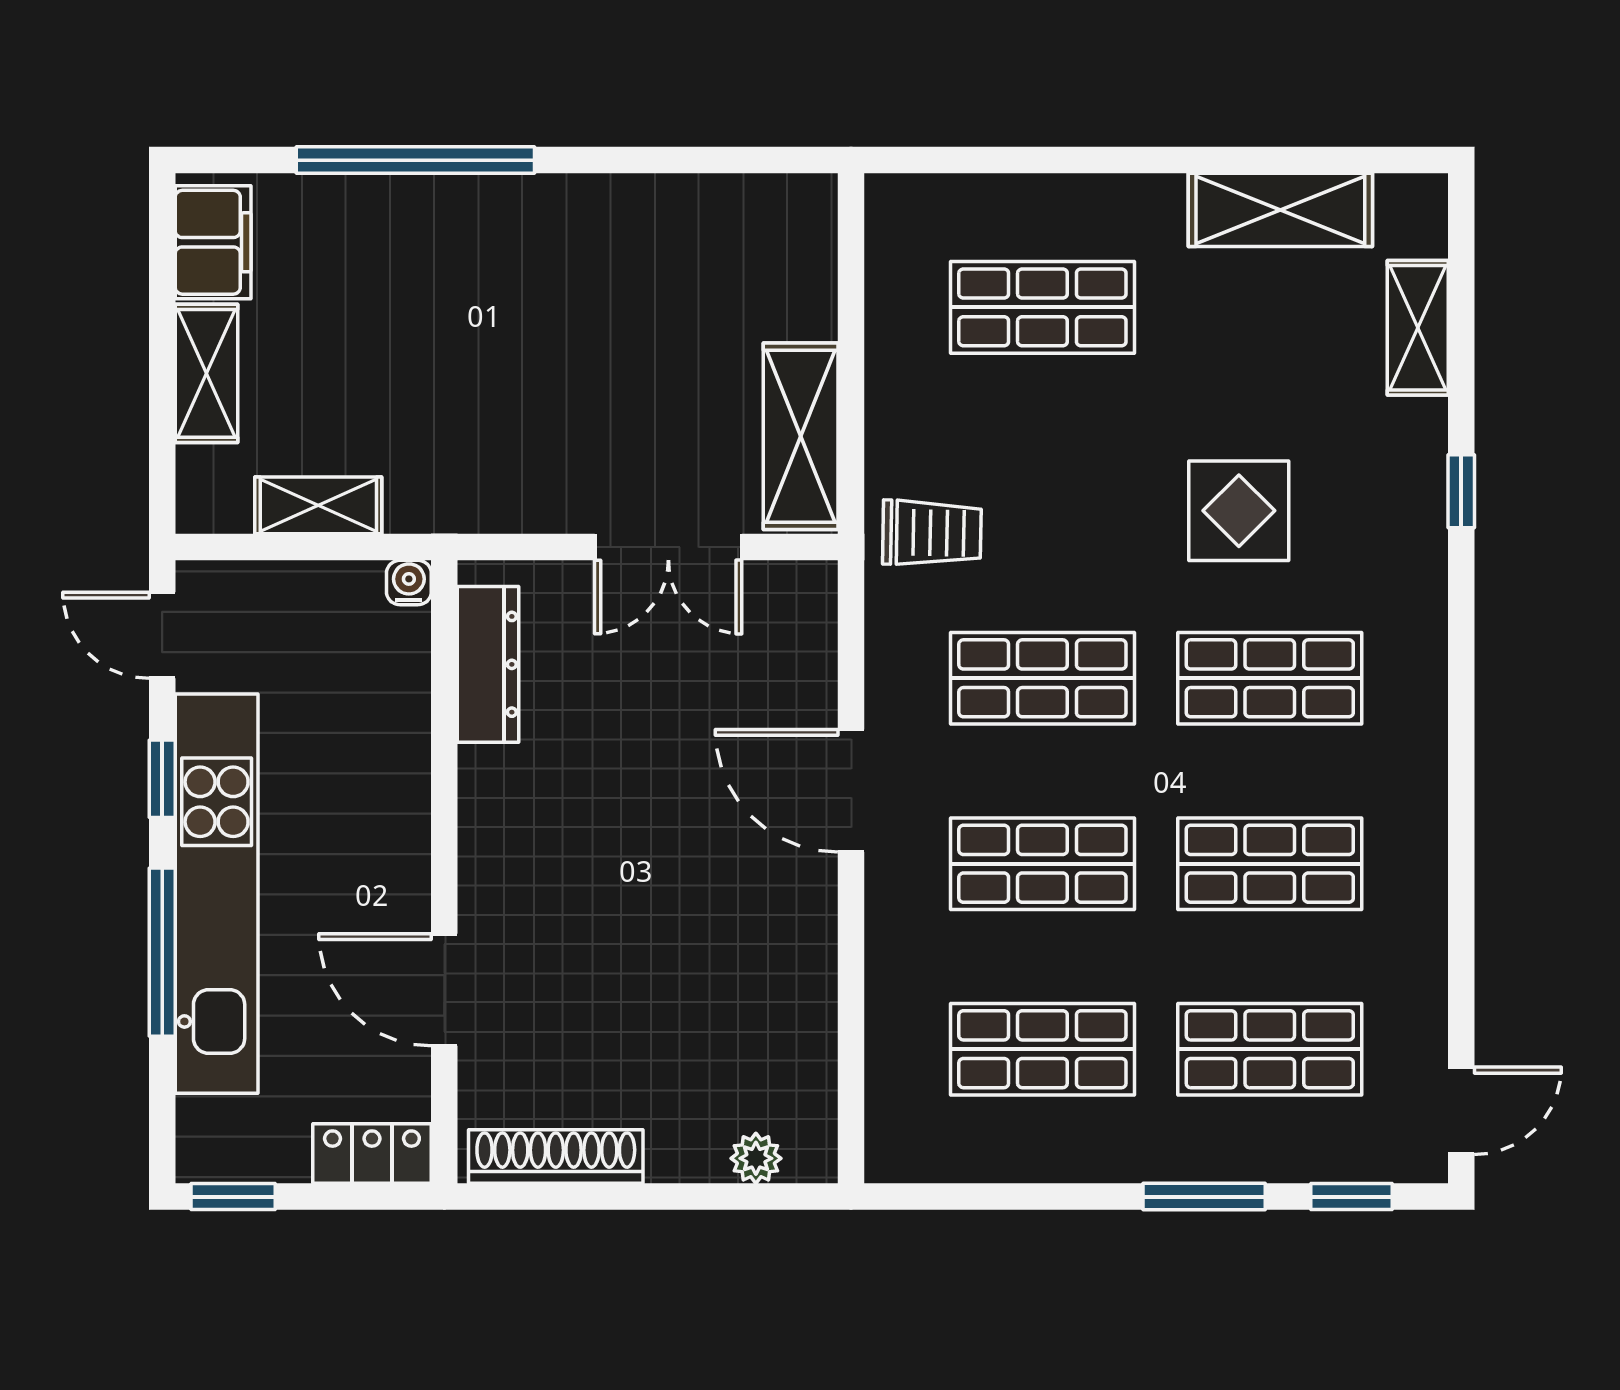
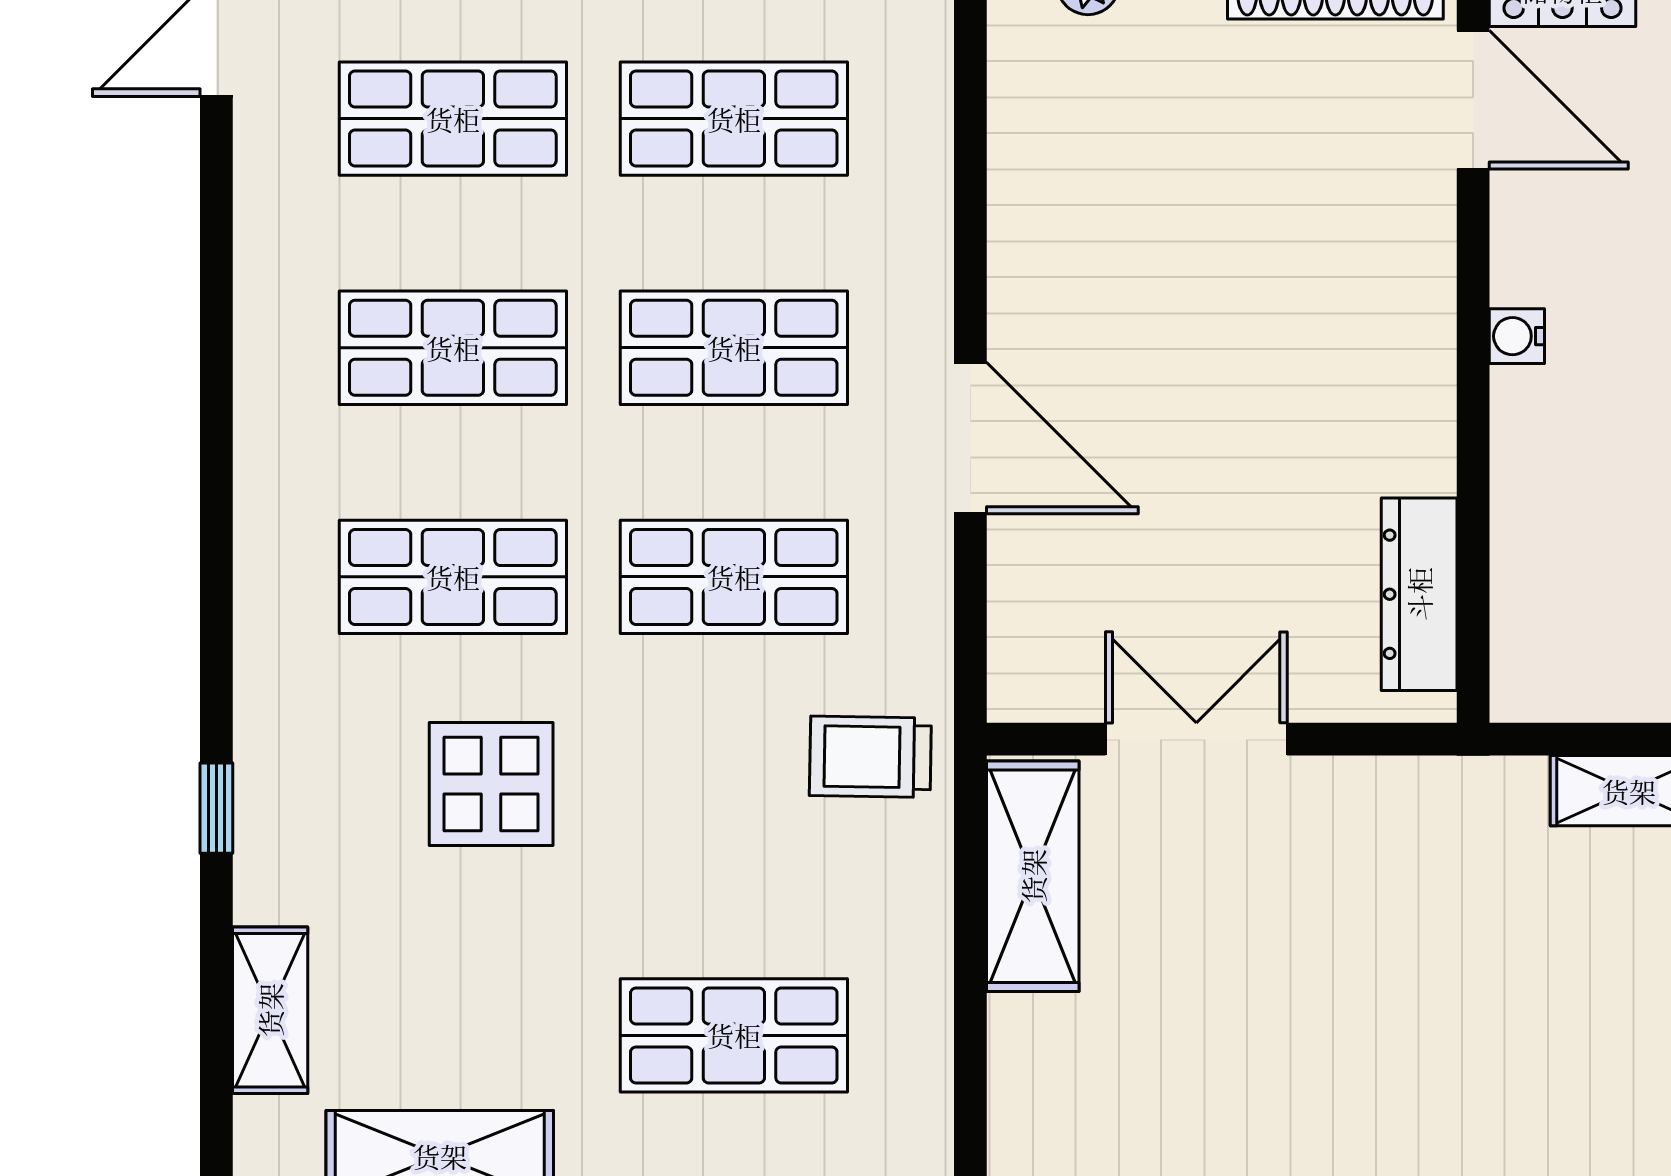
water cooler: (409, 583) -> (1517, 336), moved, turned 90
door: (444, 990) -> (1473, 100), moved

